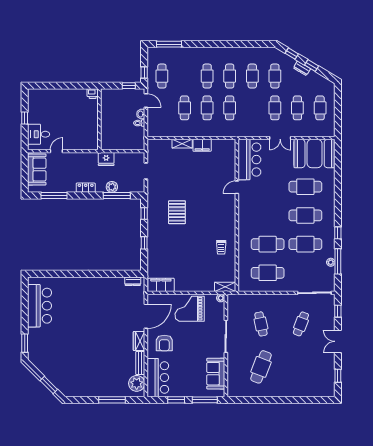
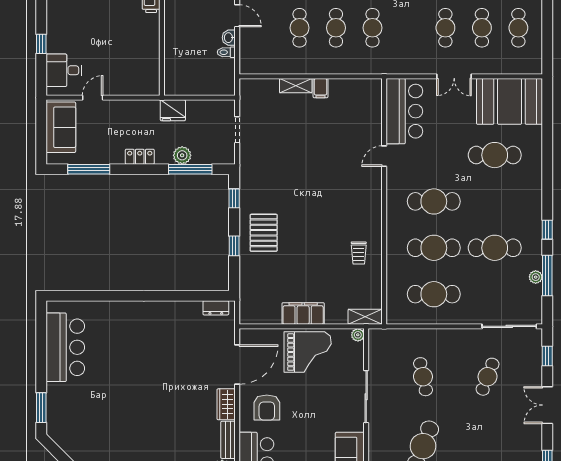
filing cabinet: (202, 145) -> (321, 88), width x0.50
pallet: (177, 212) -> (264, 233), moved
cafe table: (305, 215) -> (434, 201), moved
filing cabinet: (161, 285) -> (303, 314), moved
grand piano: (190, 309) -> (308, 352), turned 180

